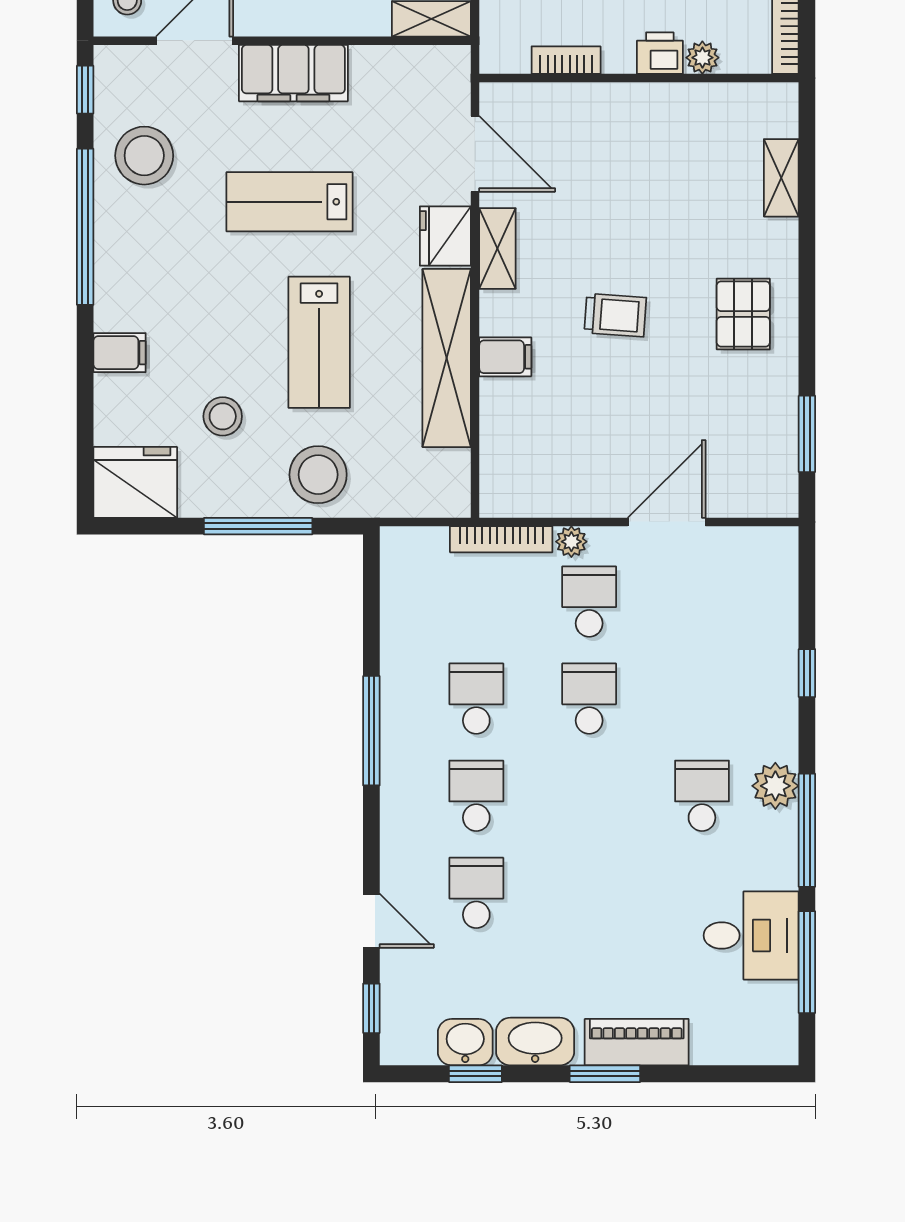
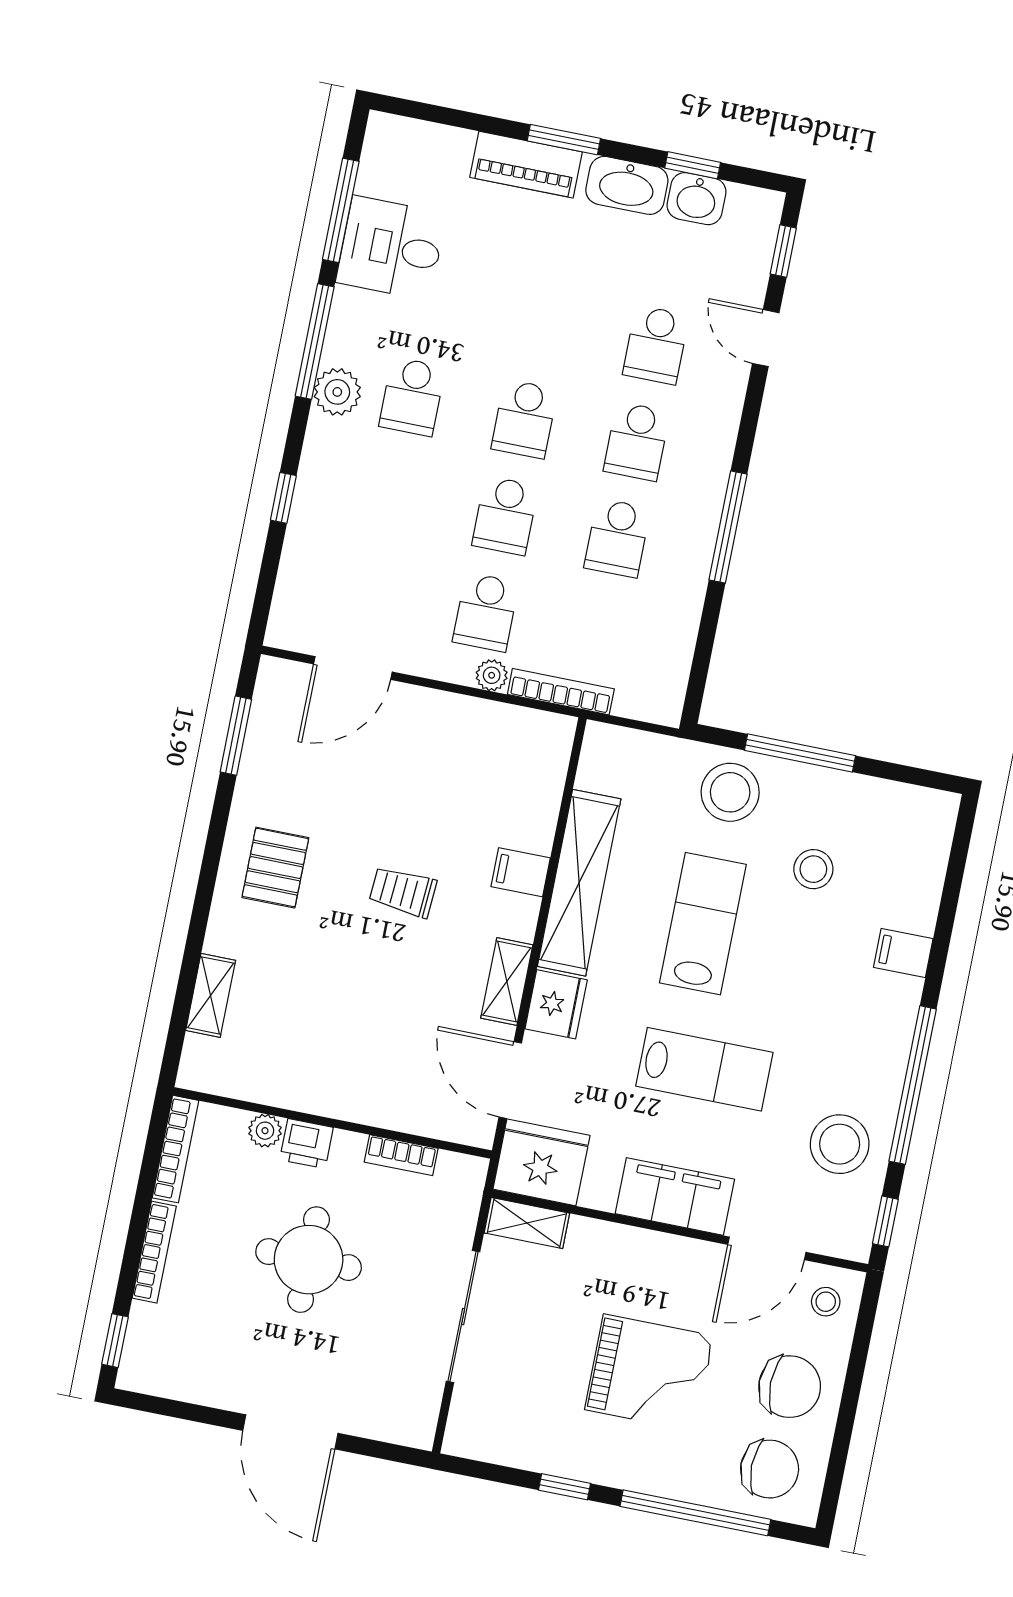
fridge: (135, 482) -> (541, 1162), moved, turned 180
door: (667, 522) -> (353, 668), moved
school desk: (589, 796) -> (524, 419), added

